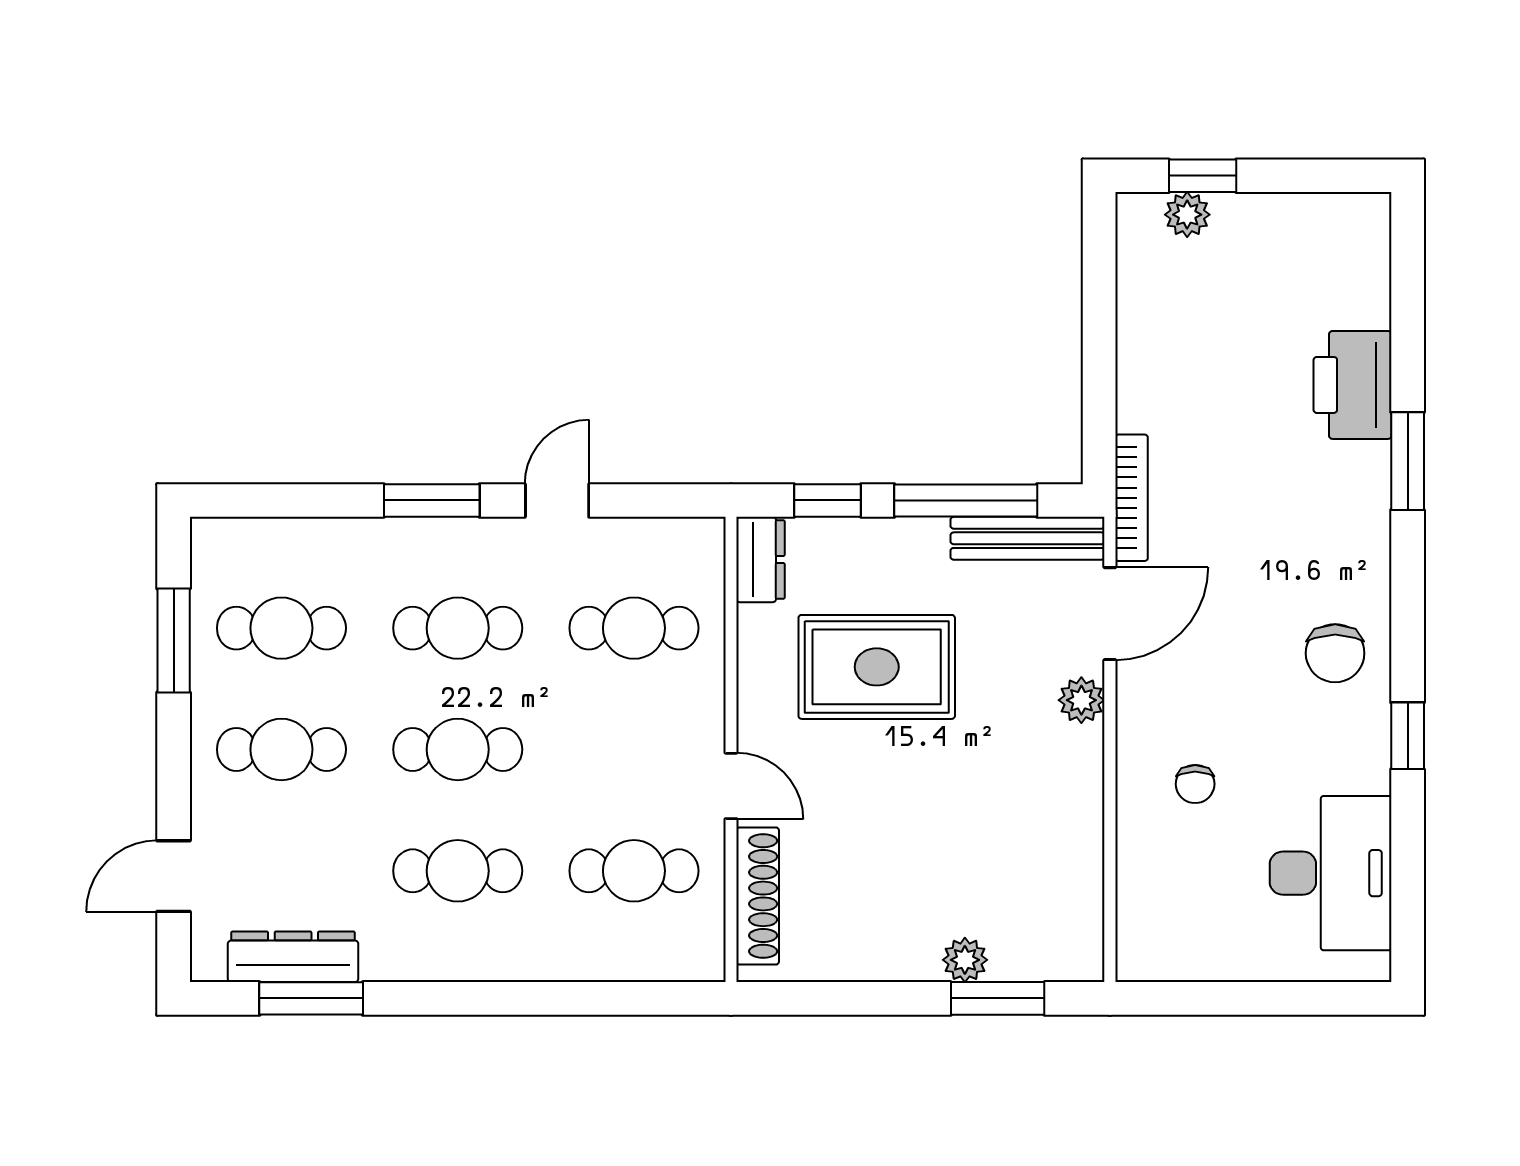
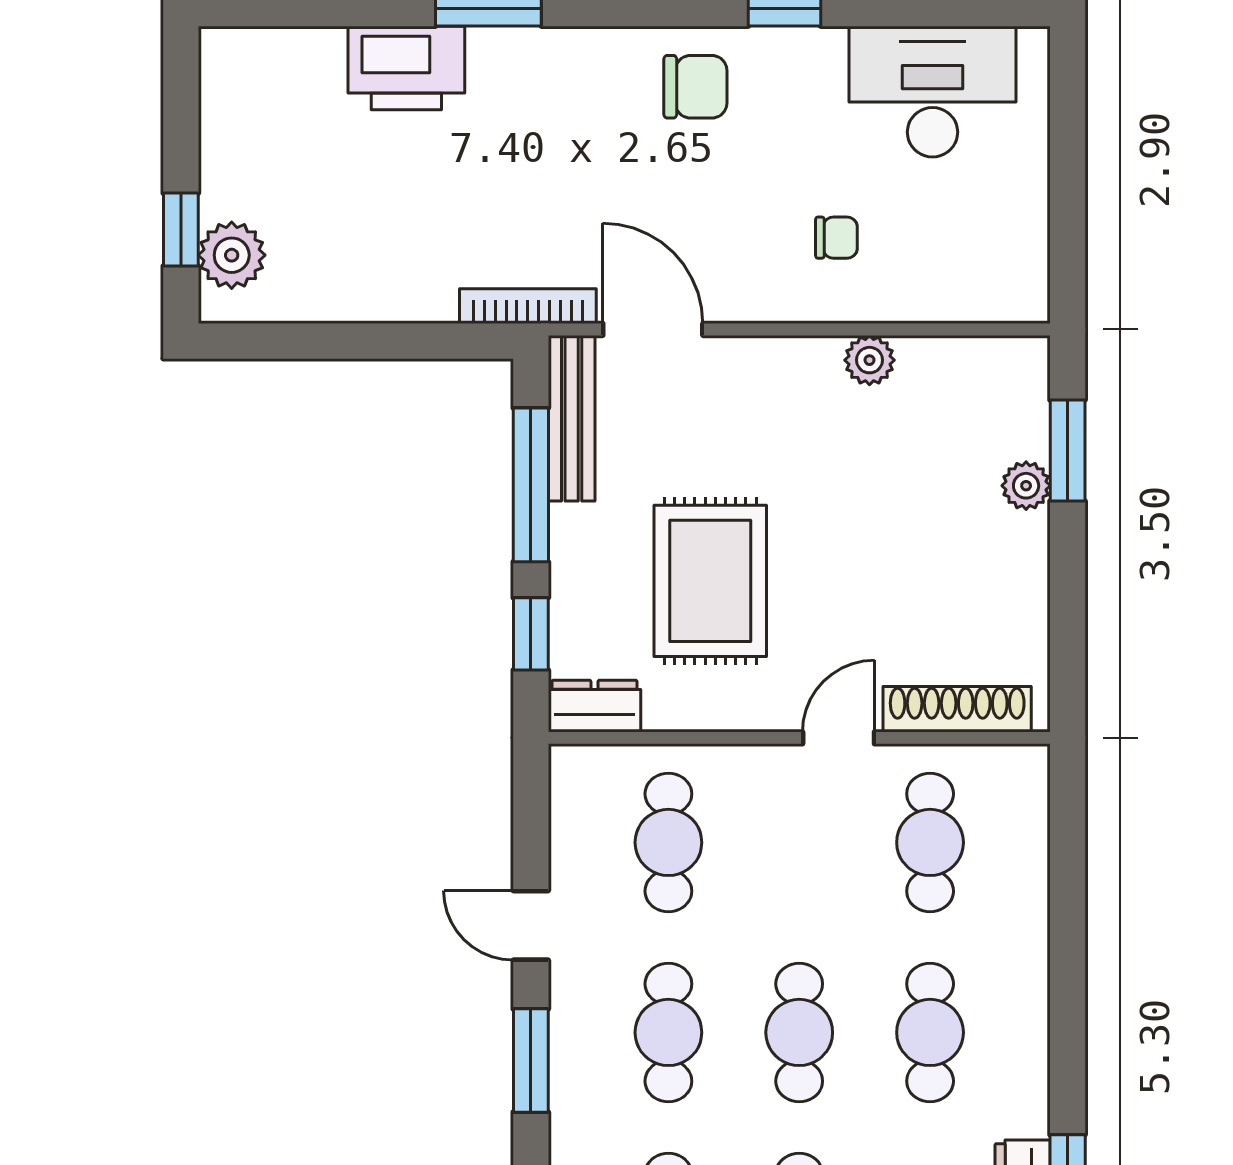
plant: (1187, 215) -> (232, 255), width x1.38, depth x1.38
plant: (1081, 700) -> (869, 360), moved

